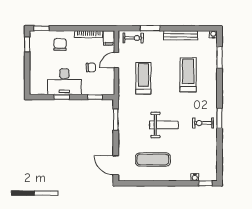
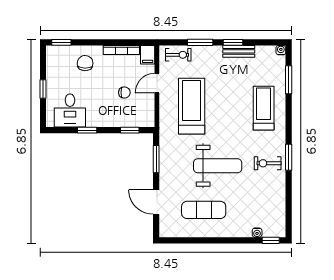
window: (176, 28) -> (233, 42), added
bench: (180, 35) -> (239, 51), width x0.73
window: (27, 44) -> (43, 89), moved
treadmill: (188, 75) -> (264, 108), moved
treadmill: (143, 78) -> (192, 106), width x1.37, depth x1.38
desk: (64, 82) -> (70, 111), moved, width x0.73
weight bench: (164, 125) -> (218, 166), width x1.36, depth x1.33
door: (116, 165) -> (156, 202), moved

